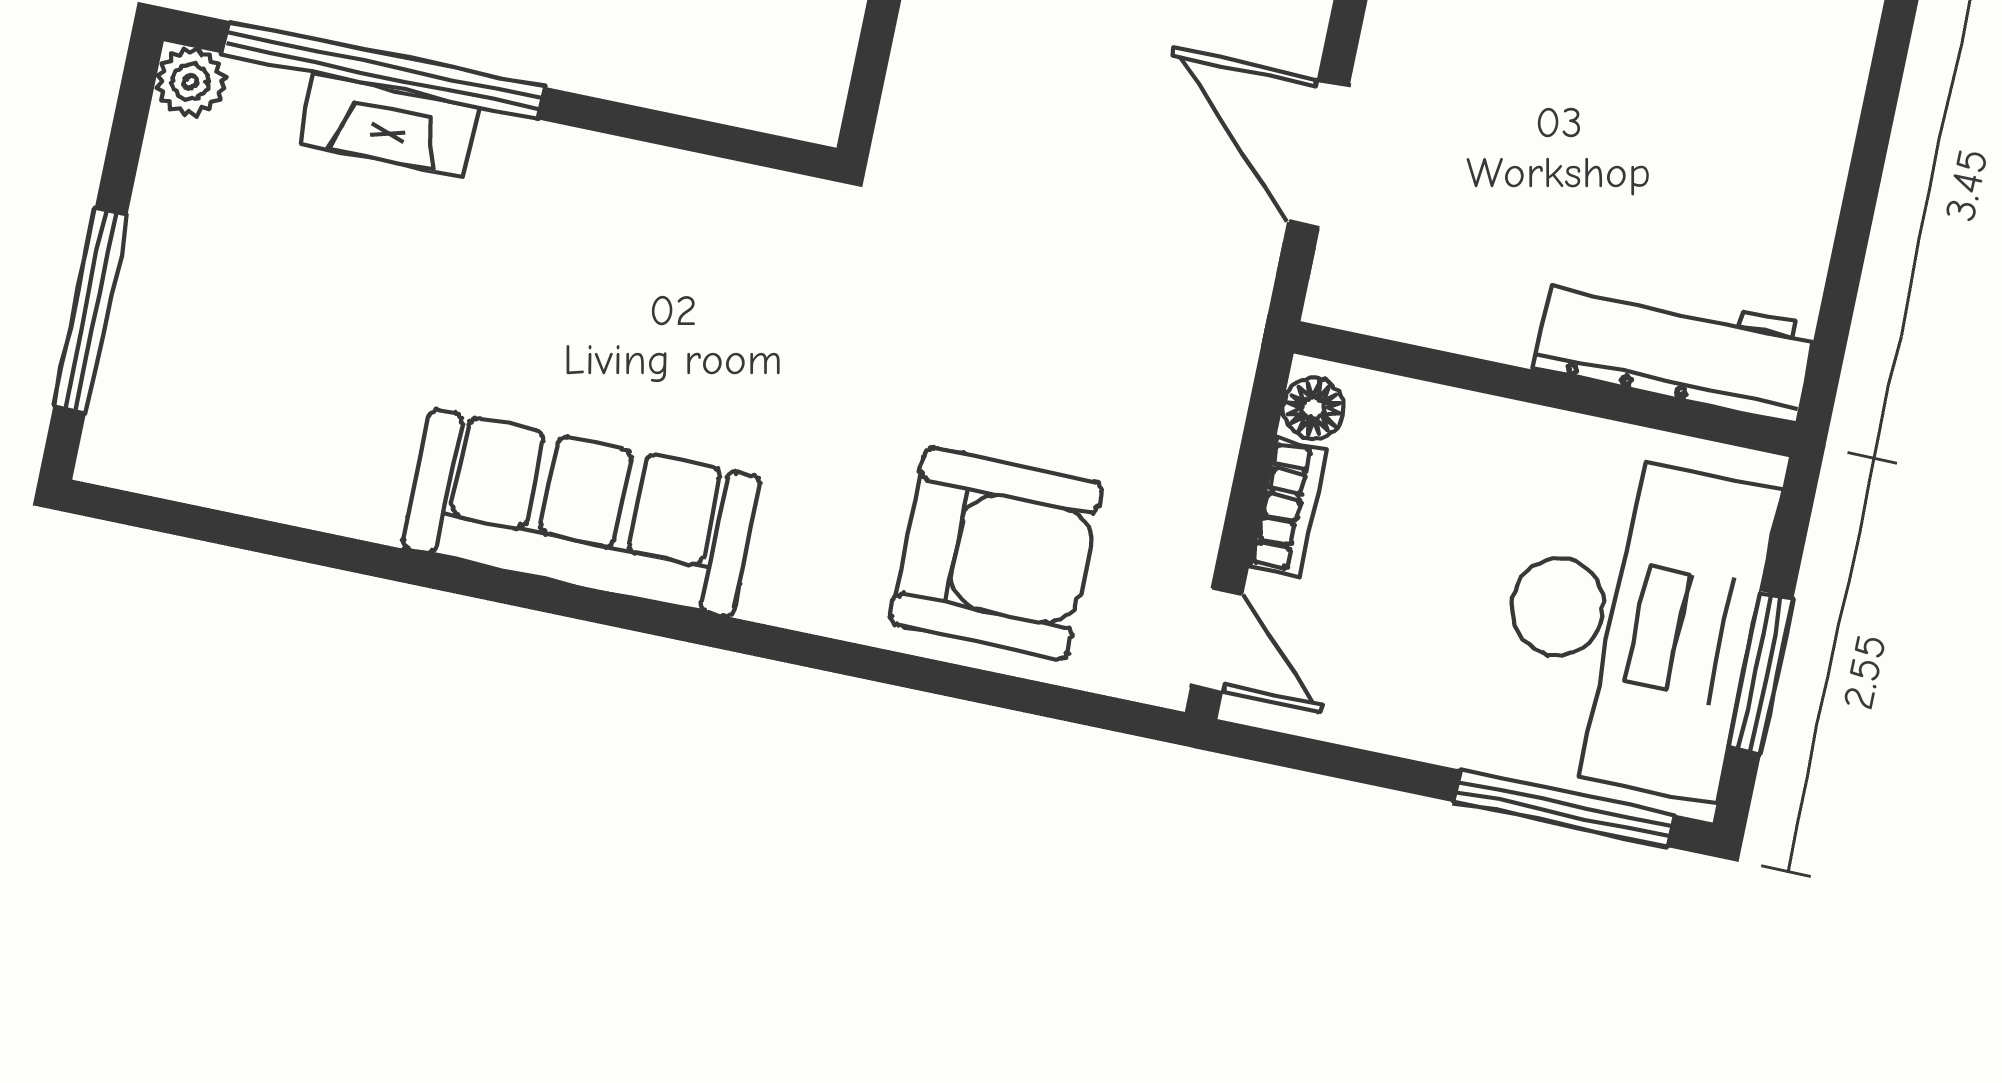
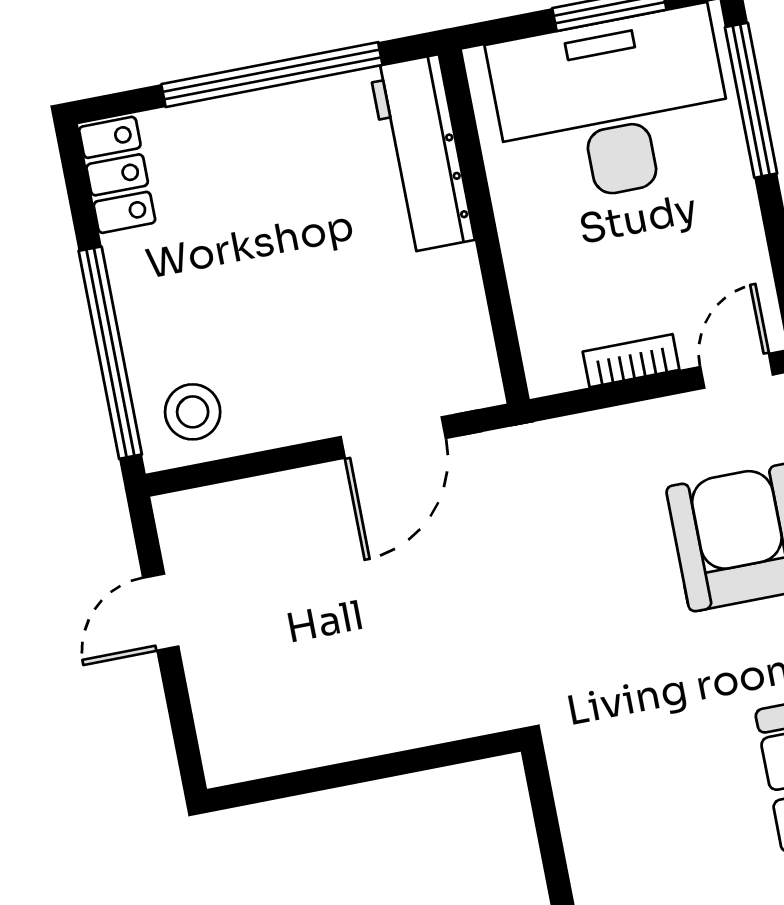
window: (1861, 195) -> (272, 75), added
floor lamp: (1313, 408) -> (560, 371), removed

